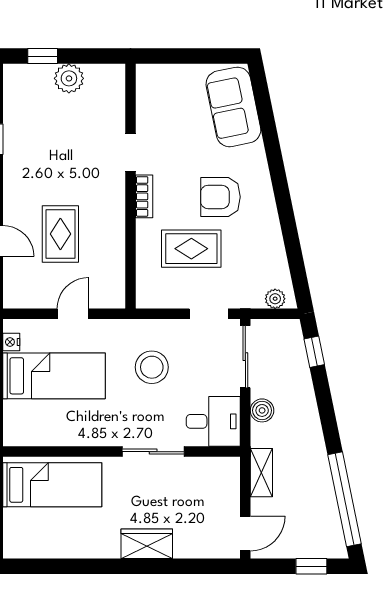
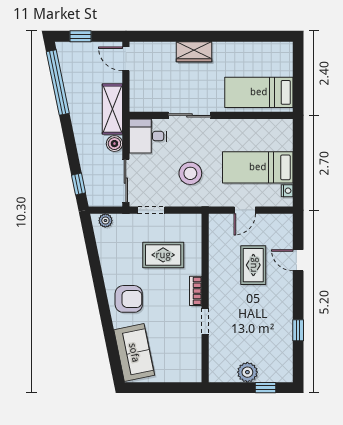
armchair: (220, 197) -> (129, 299), moved
shelving: (261, 473) -> (112, 109), width x1.50, depth x1.33
door: (245, 533) -> (126, 59), hinge flipped

